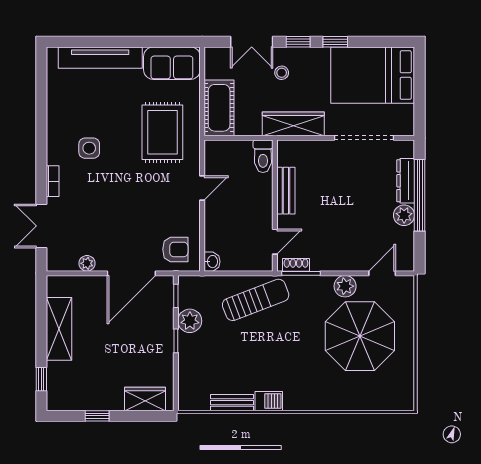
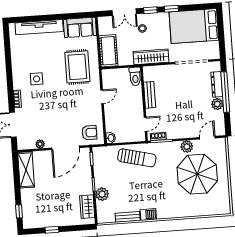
sun lounger: (256, 300) -> (137, 158), turned 35
plant: (190, 321) -> (102, 194), moved
shelving: (59, 329) -> (26, 170), moved
wardrobe: (145, 399) -> (87, 207), moved, turned -90

